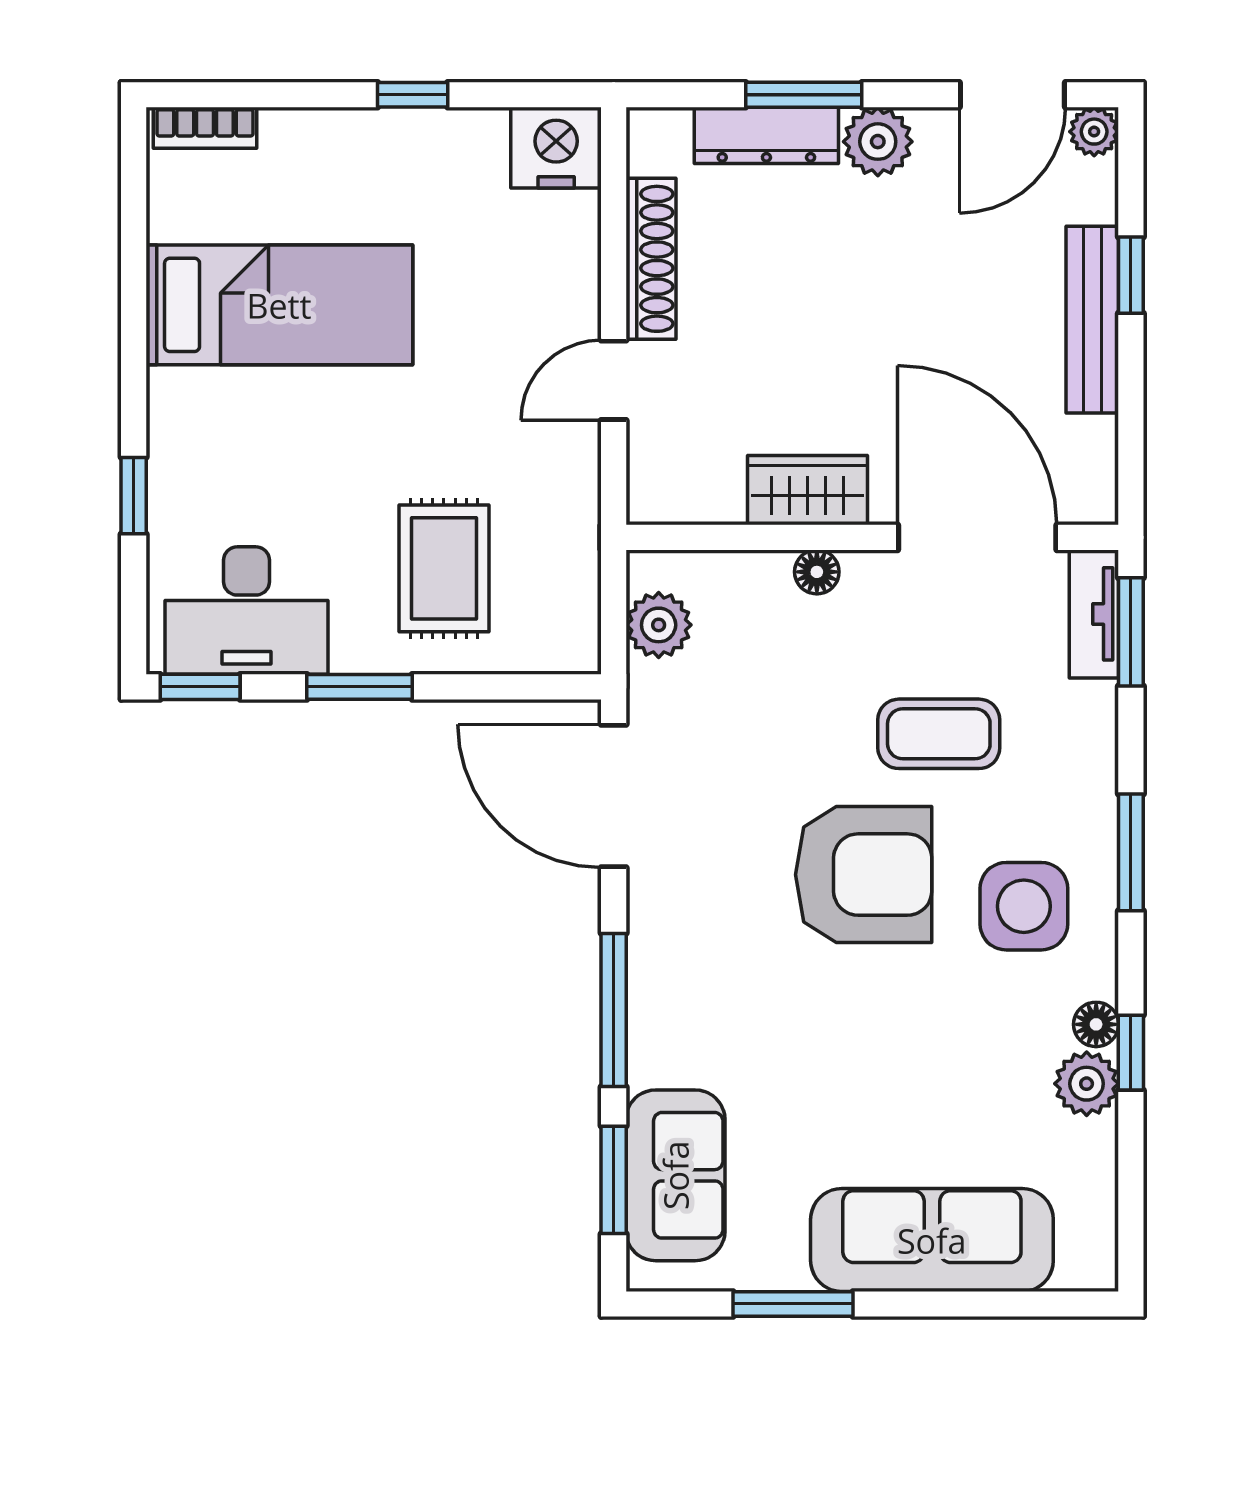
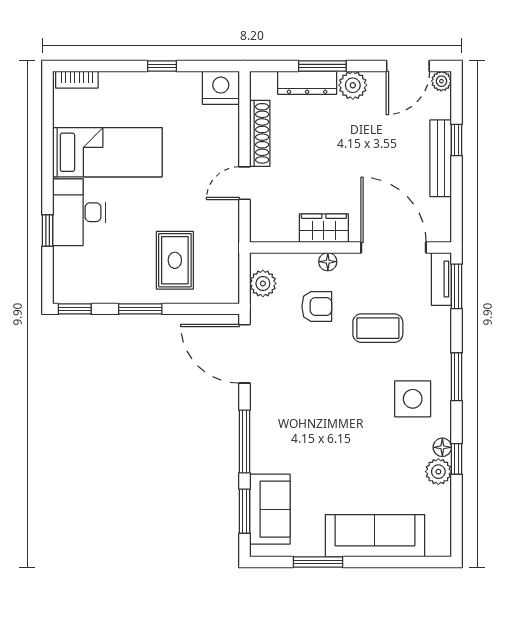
desk: (246, 611) -> (79, 212), moved, turned 90
armchair: (864, 875) -> (317, 306), moved, width x0.53, depth x0.53

